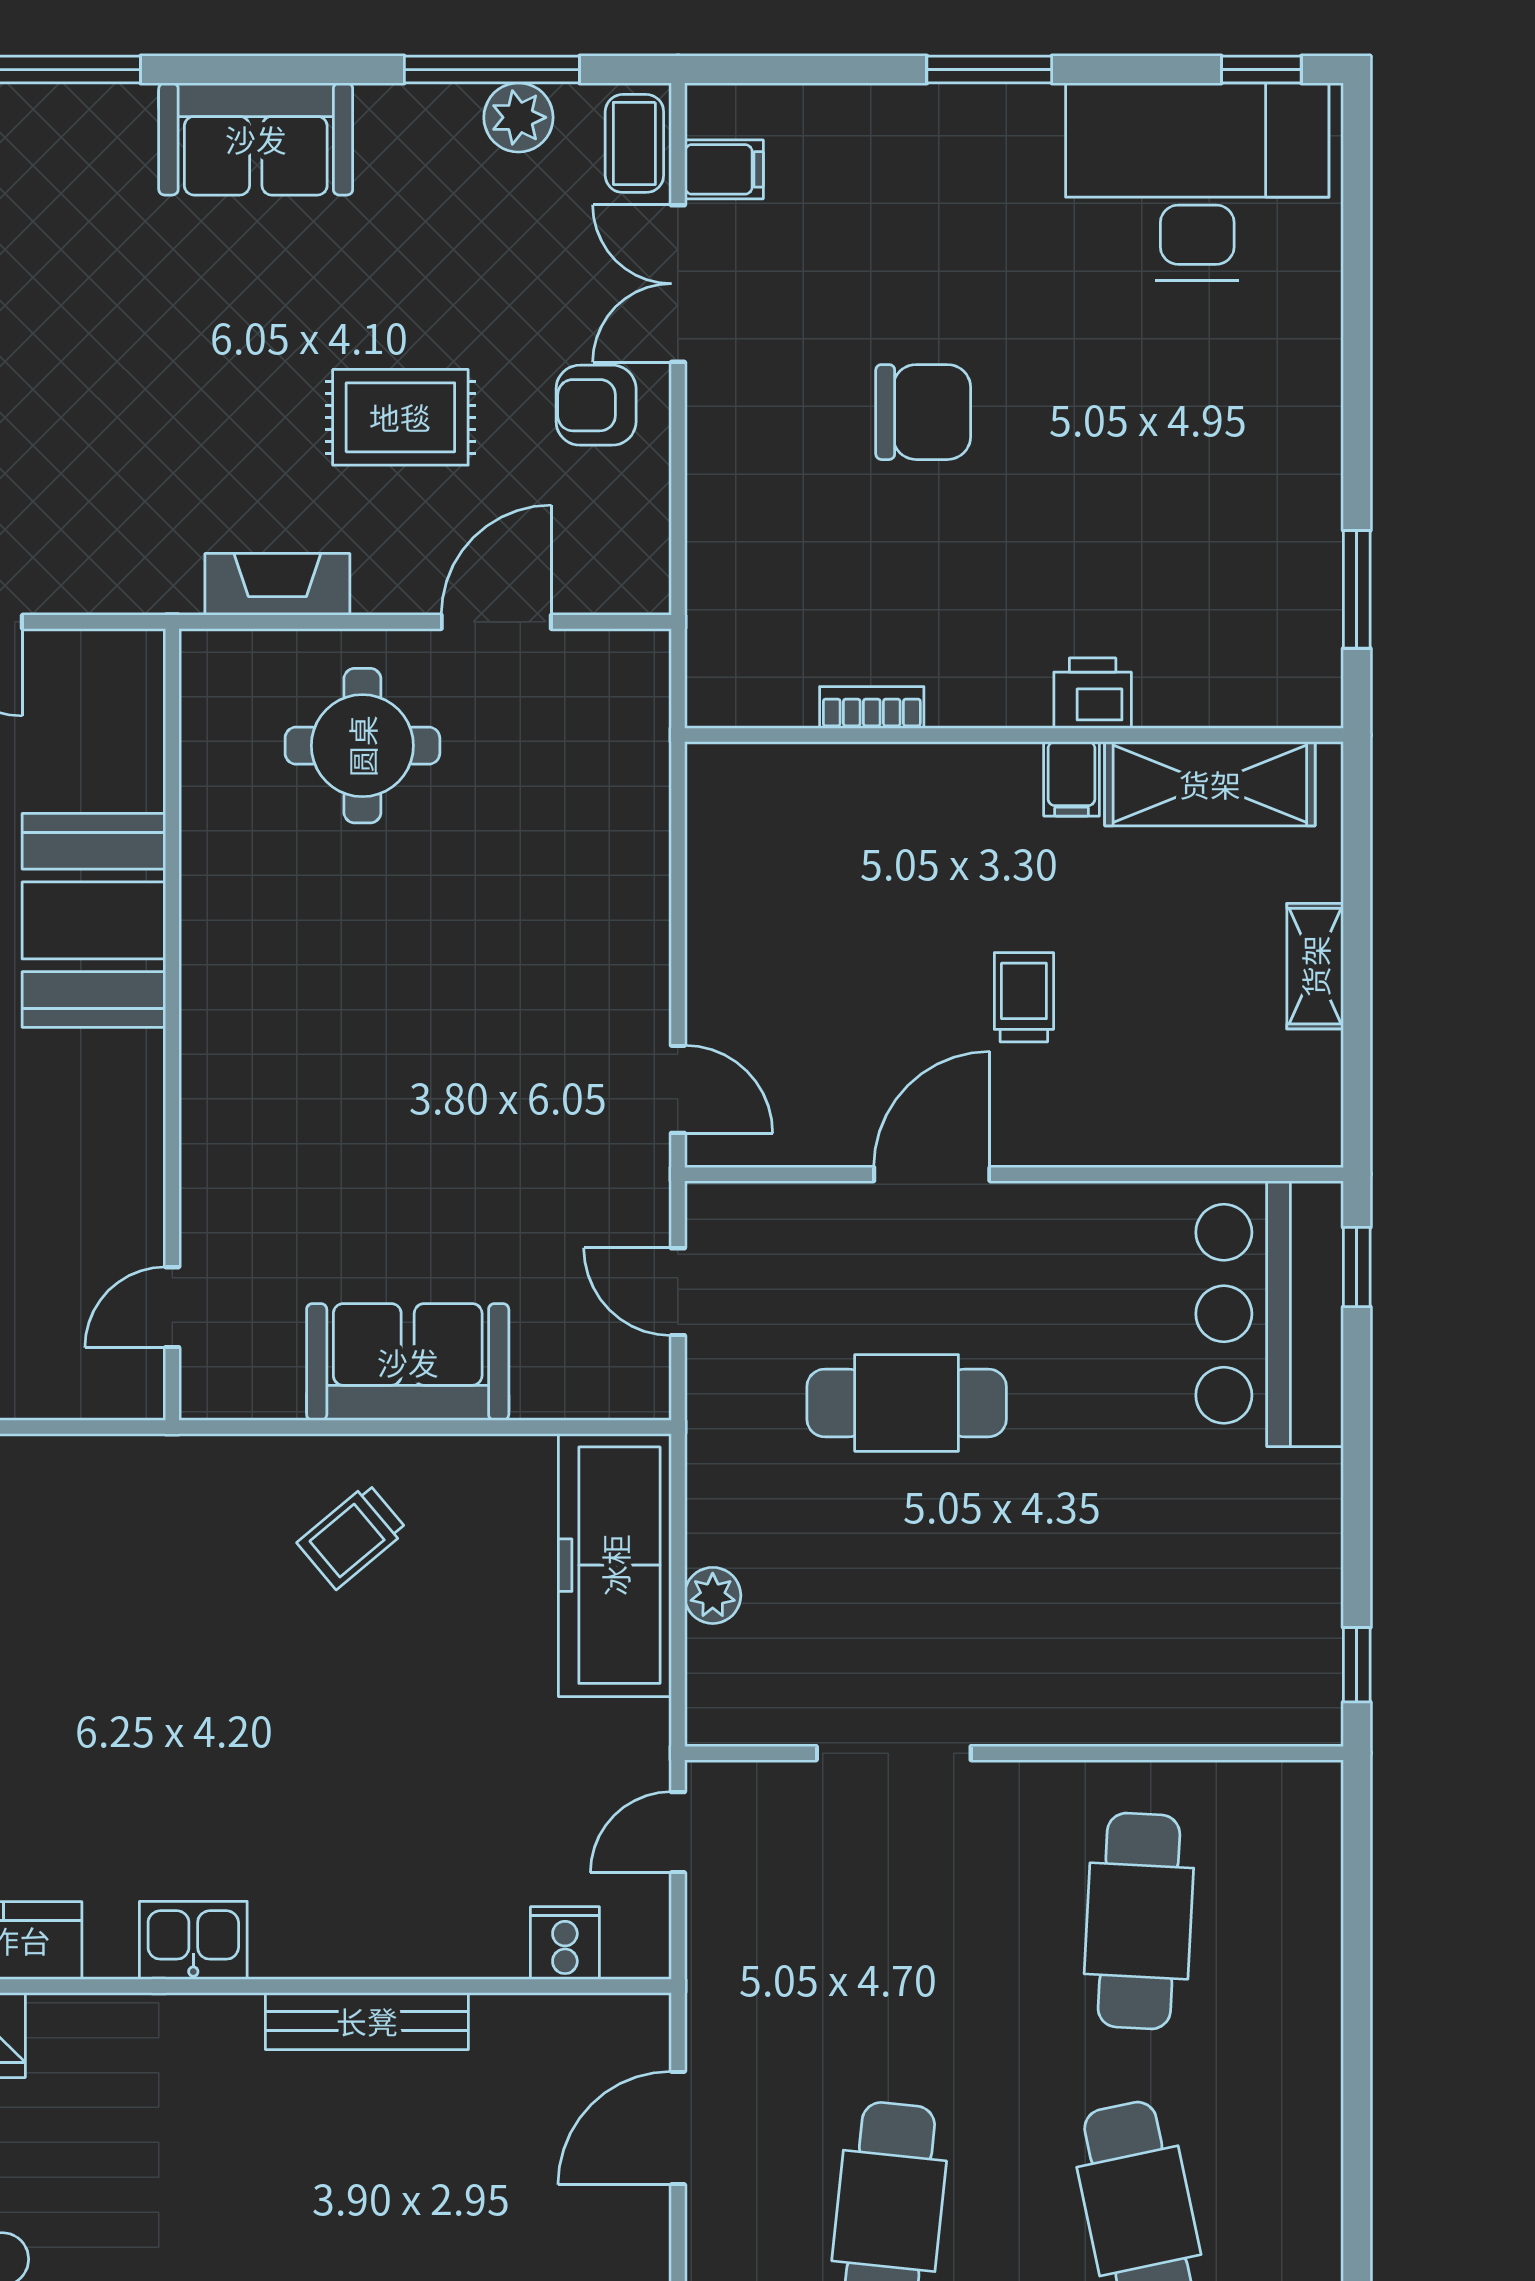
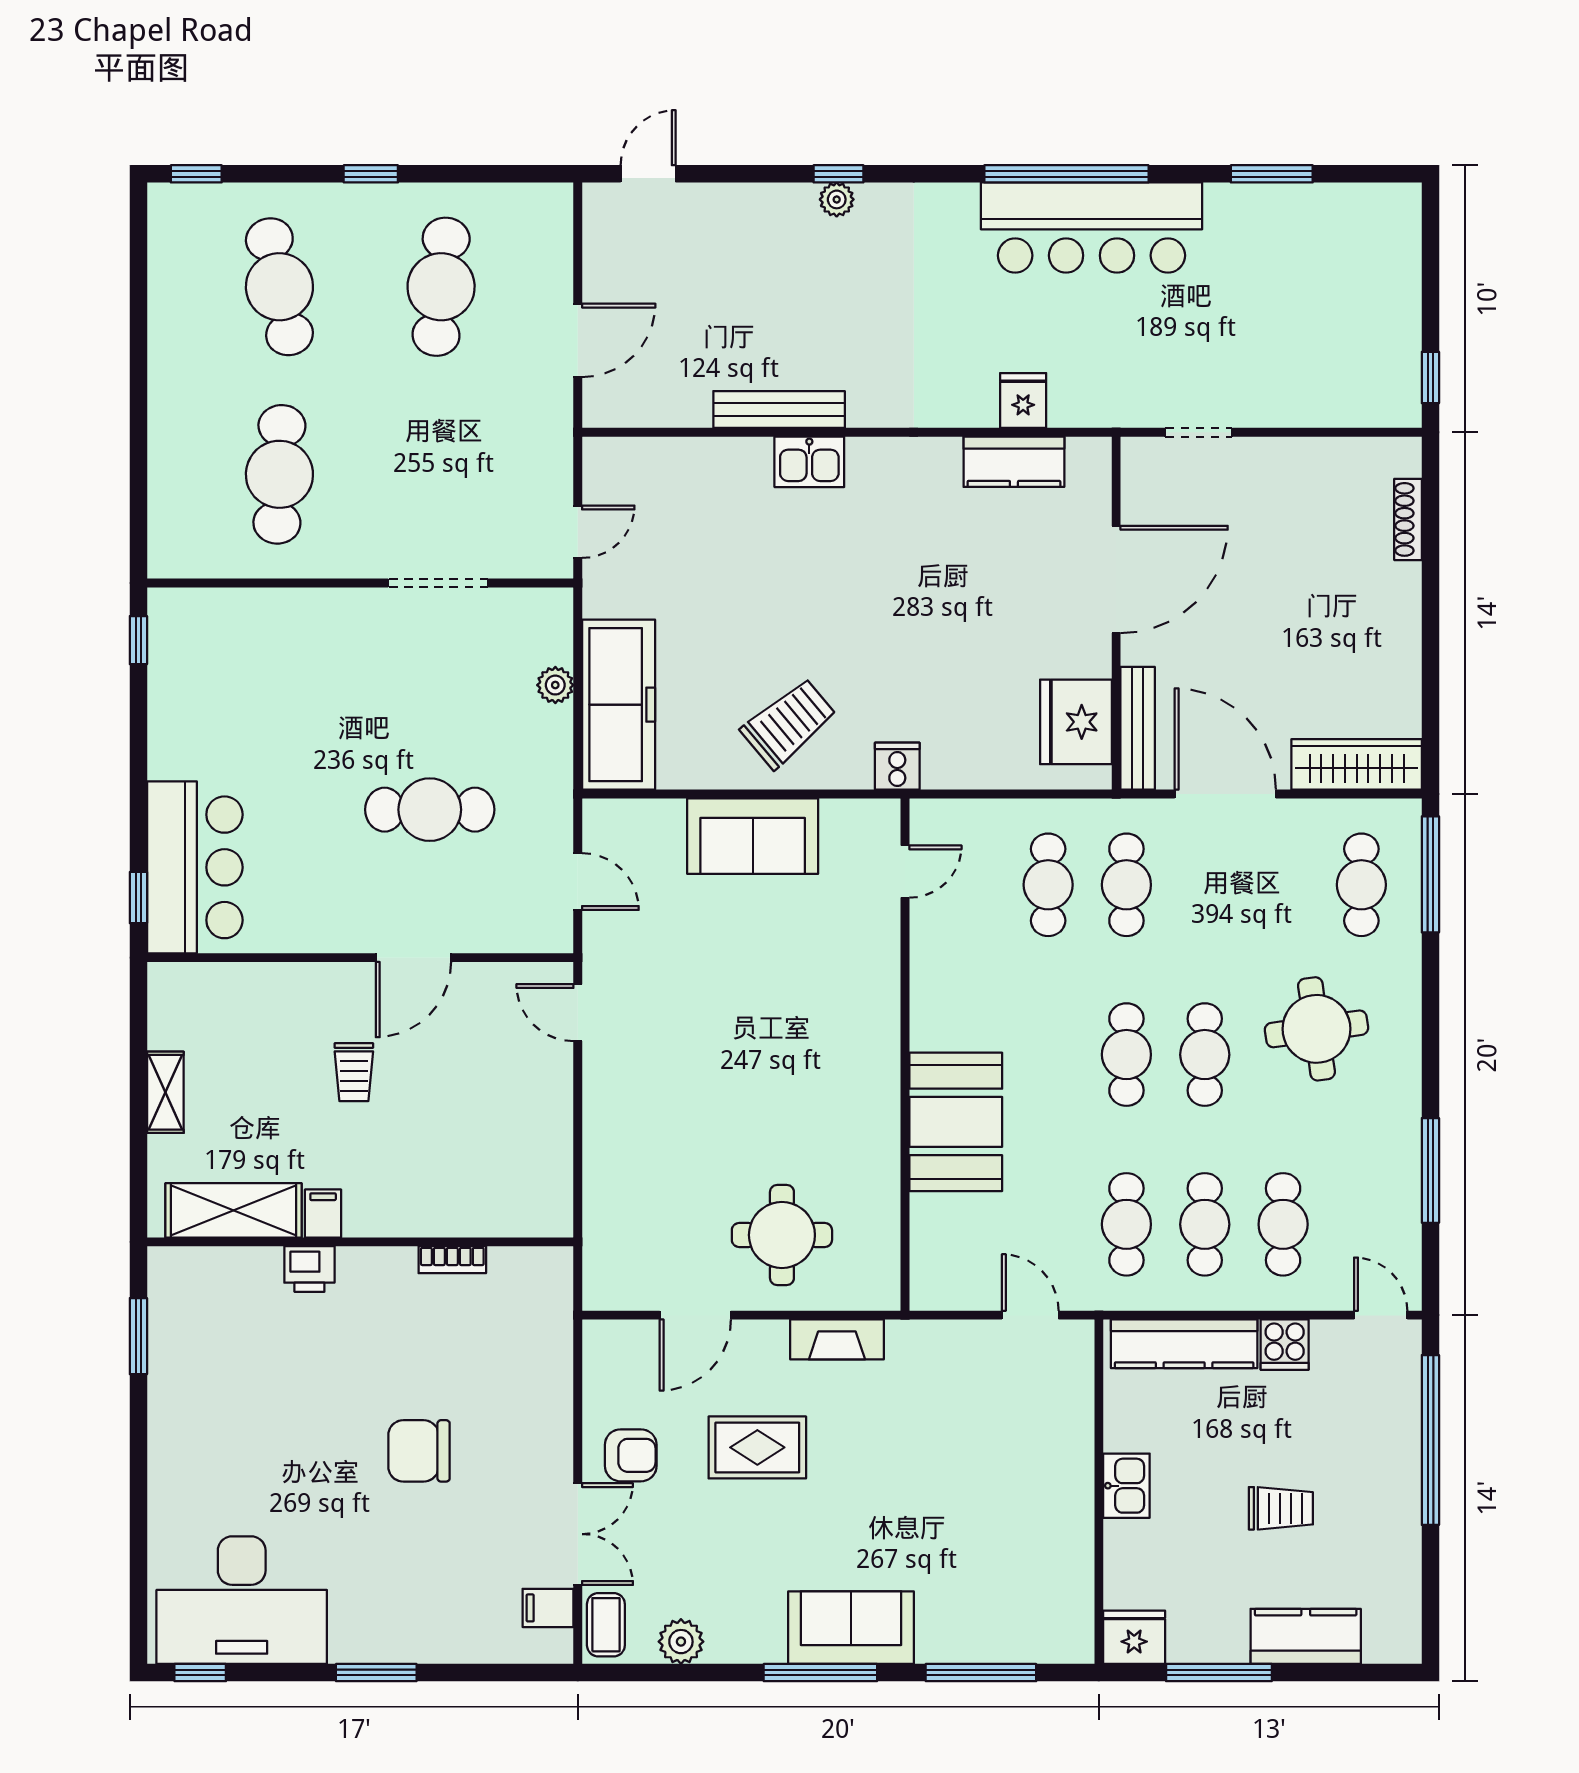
window: (492, 70) -> (820, 1673), moved
trolley: (352, 1536) -> (789, 723), width x1.36, depth x1.39
kitchen sink: (193, 1940) -> (809, 462), moved
cooker: (565, 1943) -> (897, 766), moved, turned 180

